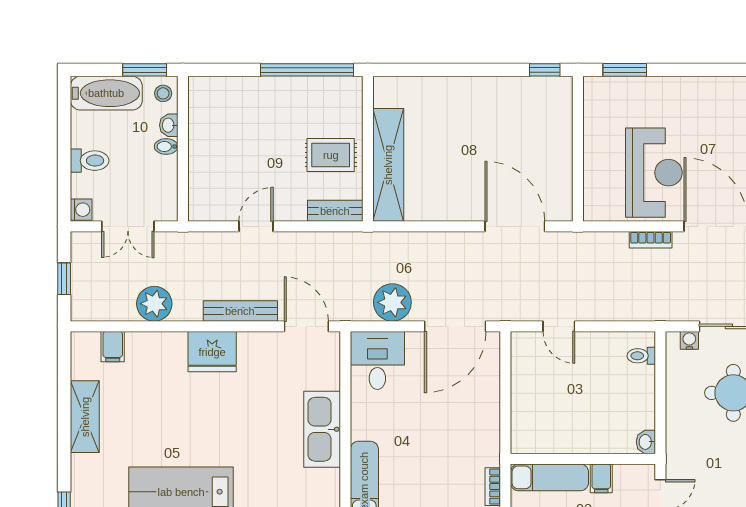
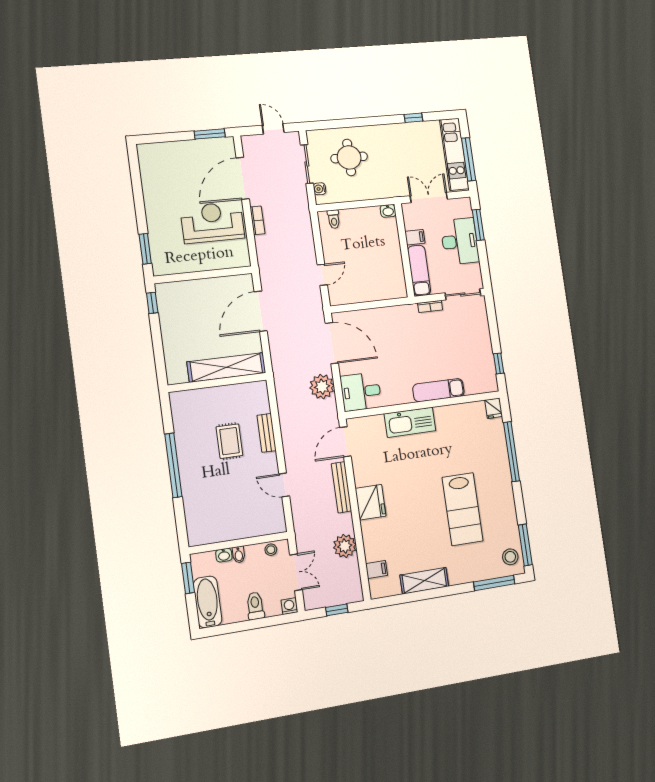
stool: (163, 93) -> (271, 550), moved
wall: (368, 149) -> (217, 383), moved
shelving: (388, 165) -> (226, 367), moved

